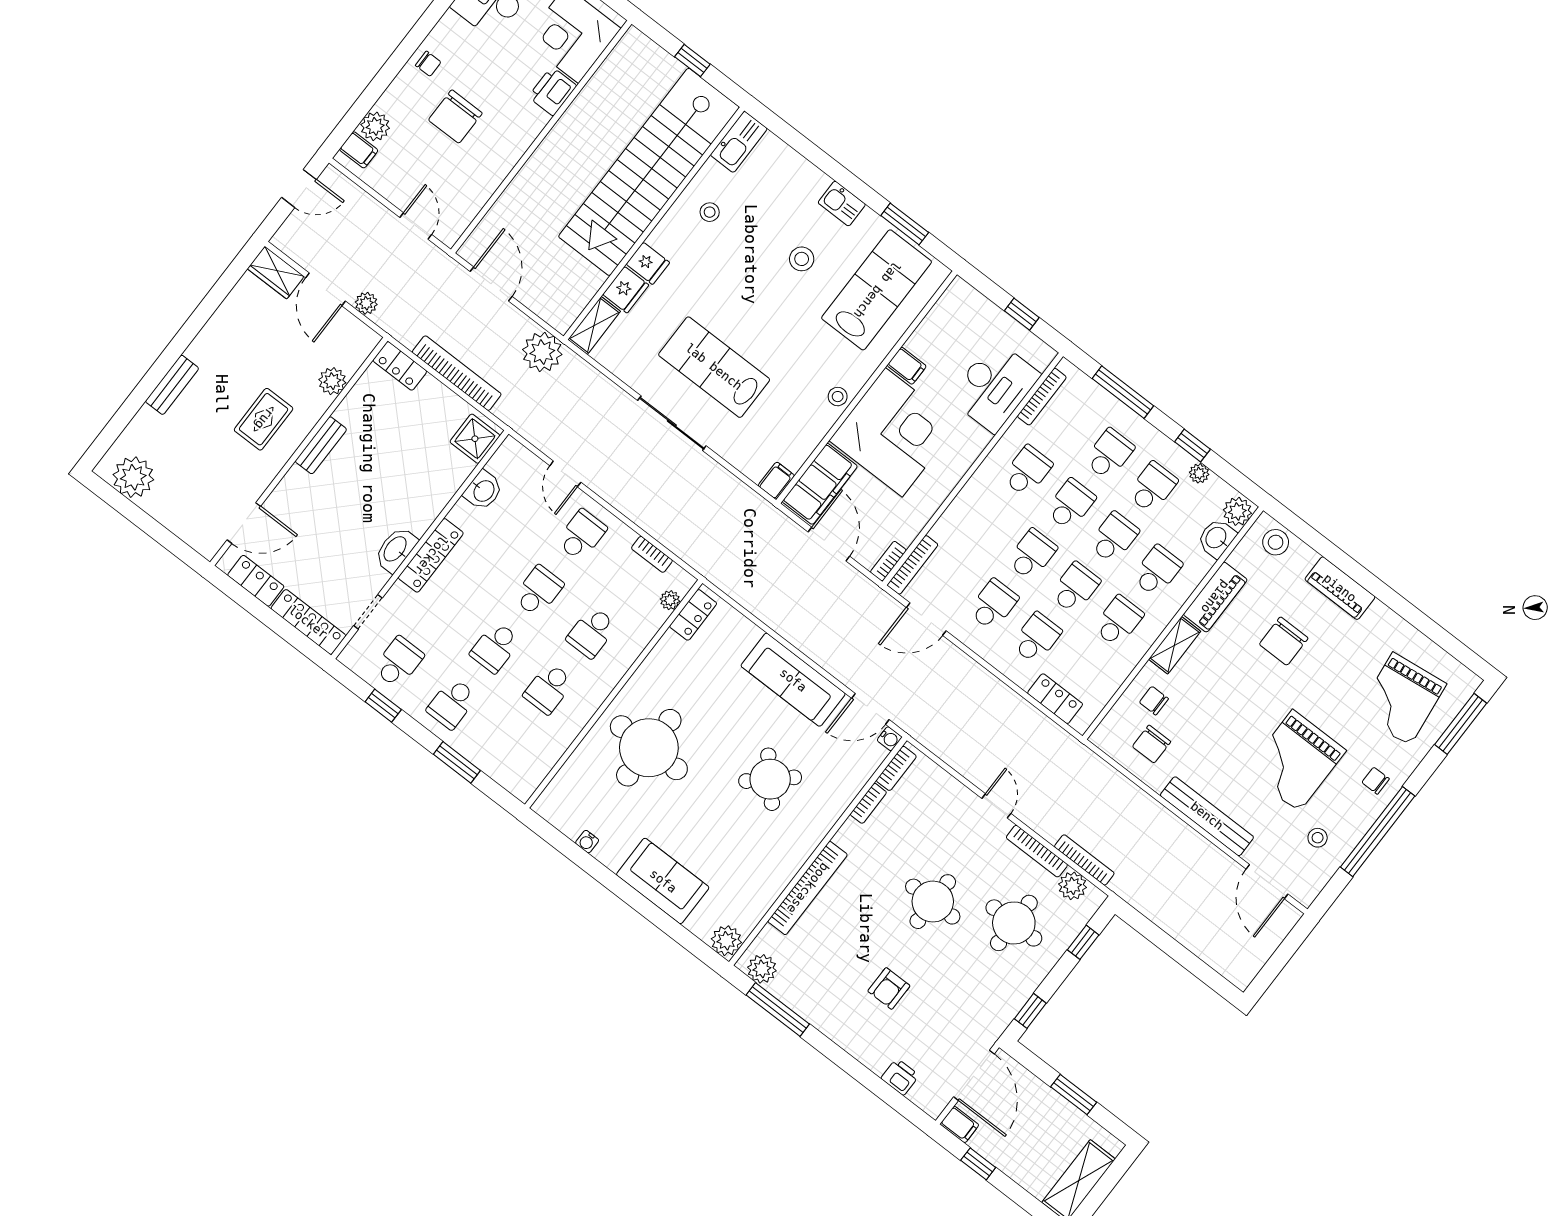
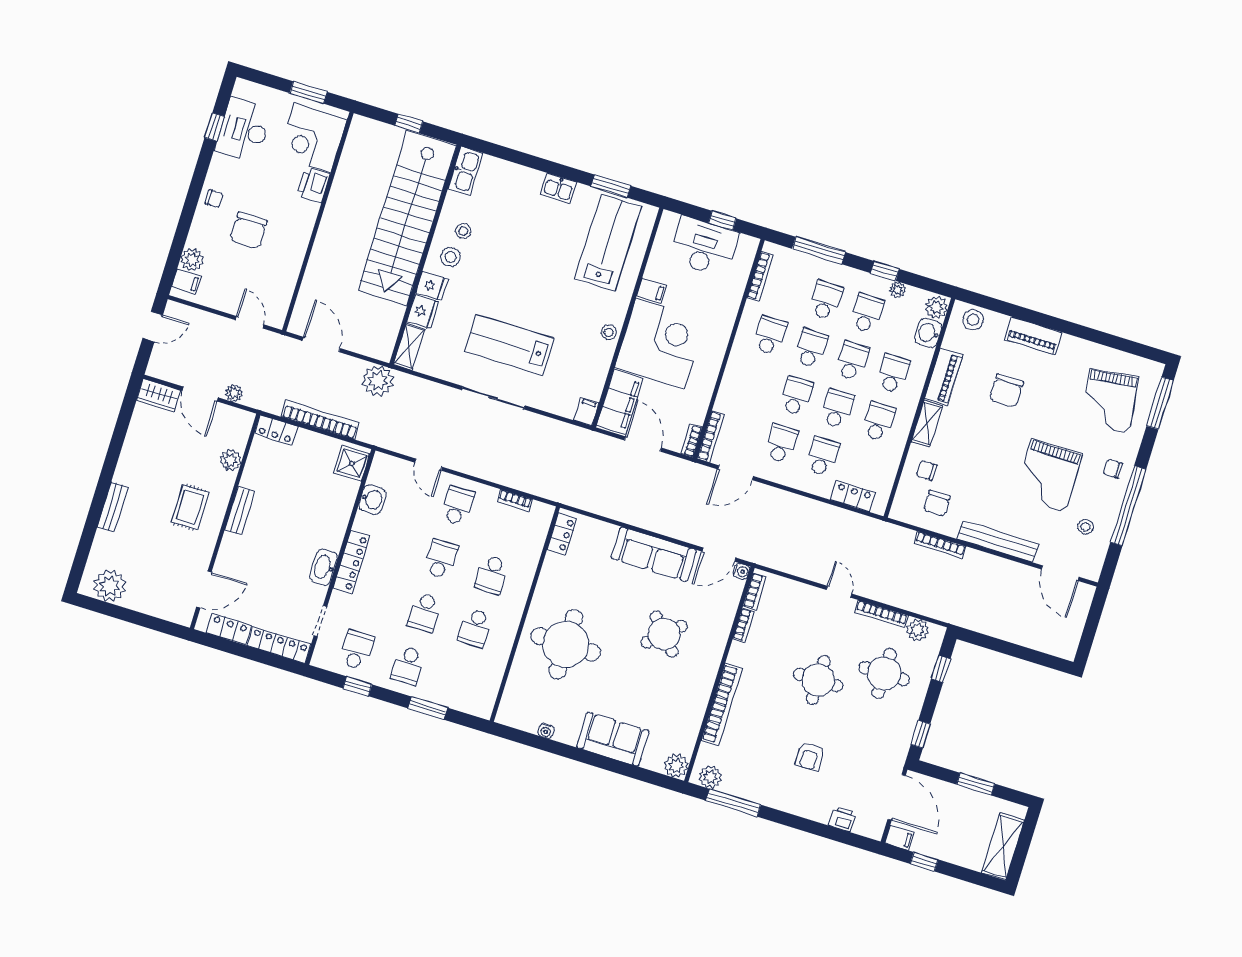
stool: (802, 259) -> (451, 257), moved
desk: (994, 386) -> (704, 247), moved, turned -90
plant: (670, 600) -> (541, 529), removed
bookcase: (1084, 860) -> (940, 545), moved, turned 180

